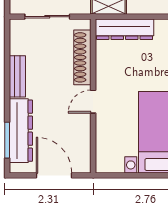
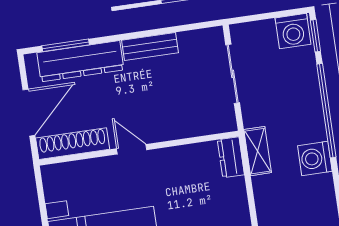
dresser: (125, 29) -> (231, 157), width x0.51, depth x0.80
shoe rack: (82, 57) -> (73, 144), moved

